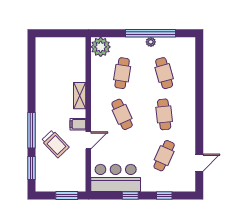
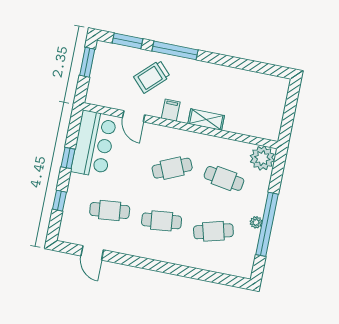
door: (88, 140) -> (134, 116), moved
cafe table: (164, 156) -> (110, 211), turned -30
window: (67, 196) -> (87, 62), moved

